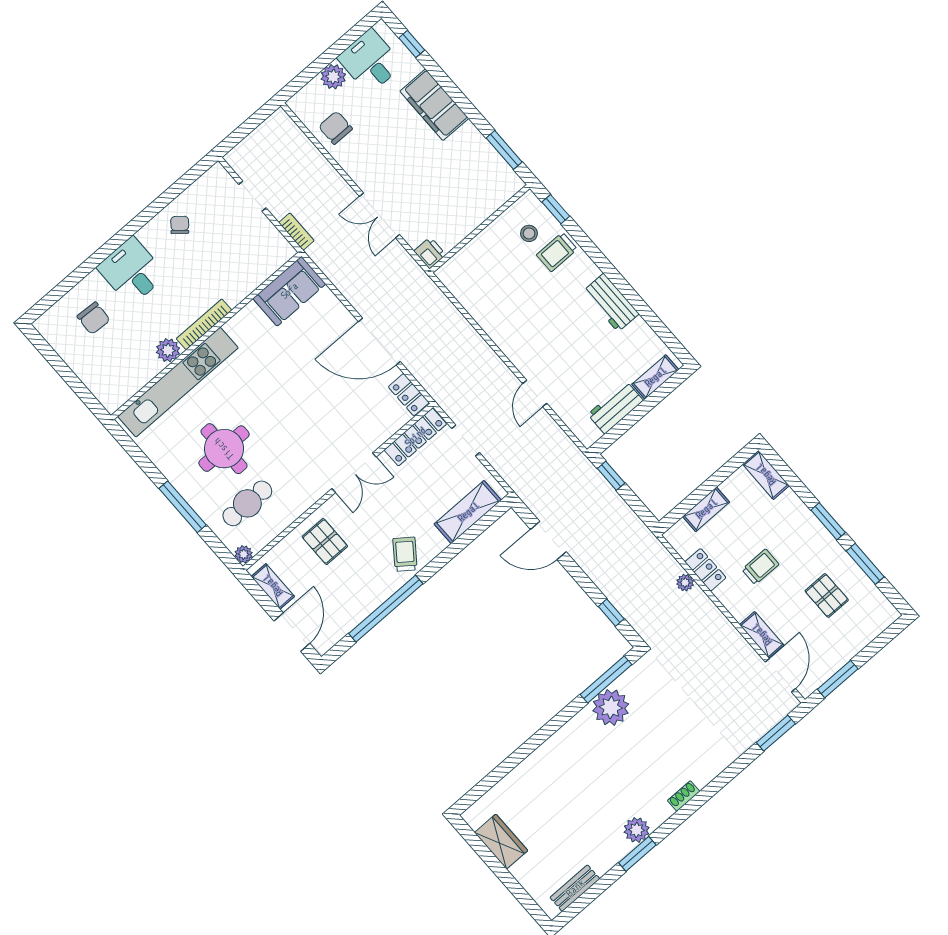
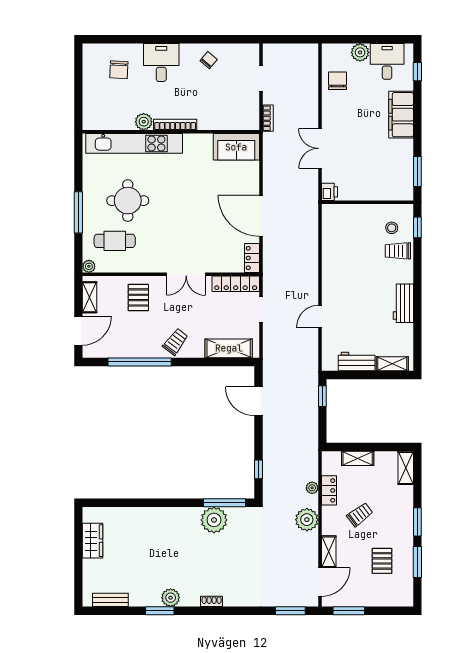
trolley: (760, 567) -> (360, 515), turned -37
plant: (709, 621) -> (307, 520), added

